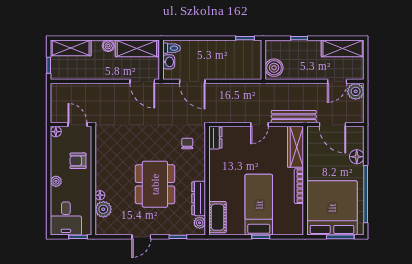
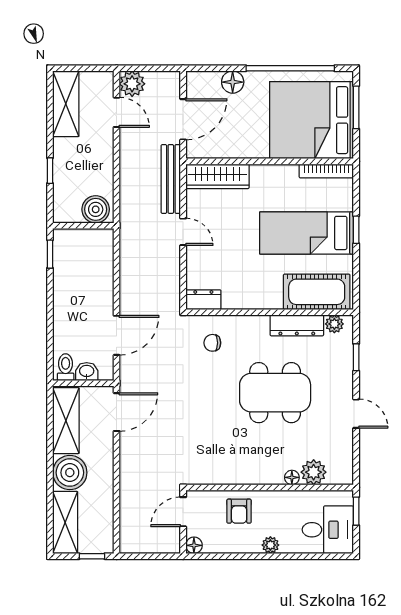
boiler: (108, 46) -> (70, 473), width x1.86, depth x1.86
bookcase: (299, 186) -> (326, 171), moved
cot: (218, 217) -> (317, 292), width x1.37, depth x1.34

